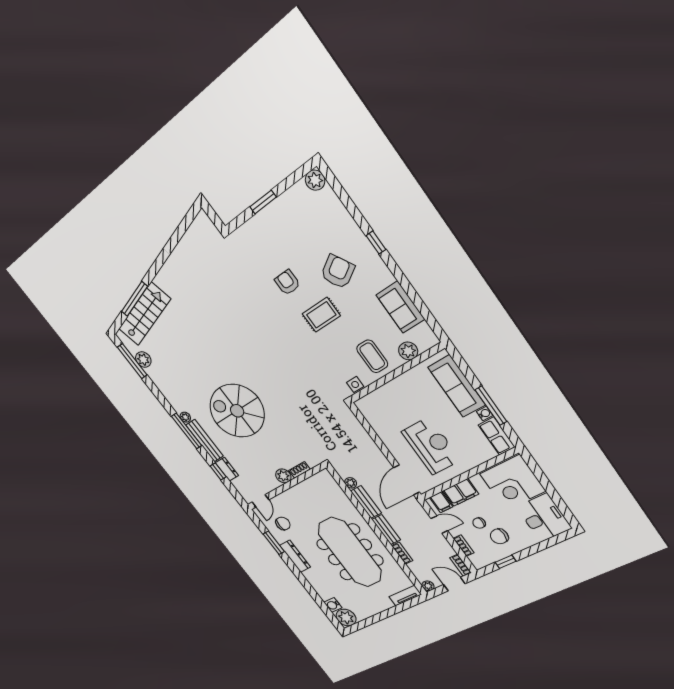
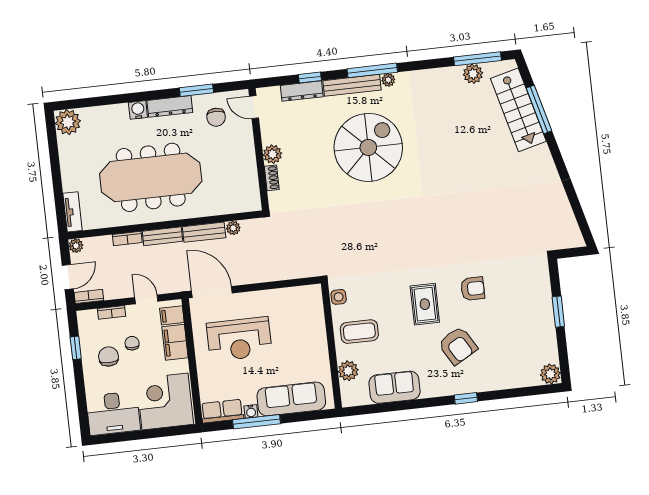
dresser: (227, 469) -> (302, 91), width x1.44
door: (439, 525) -> (146, 299), swing flipped
water cooler: (333, 605) -> (138, 110), moved

